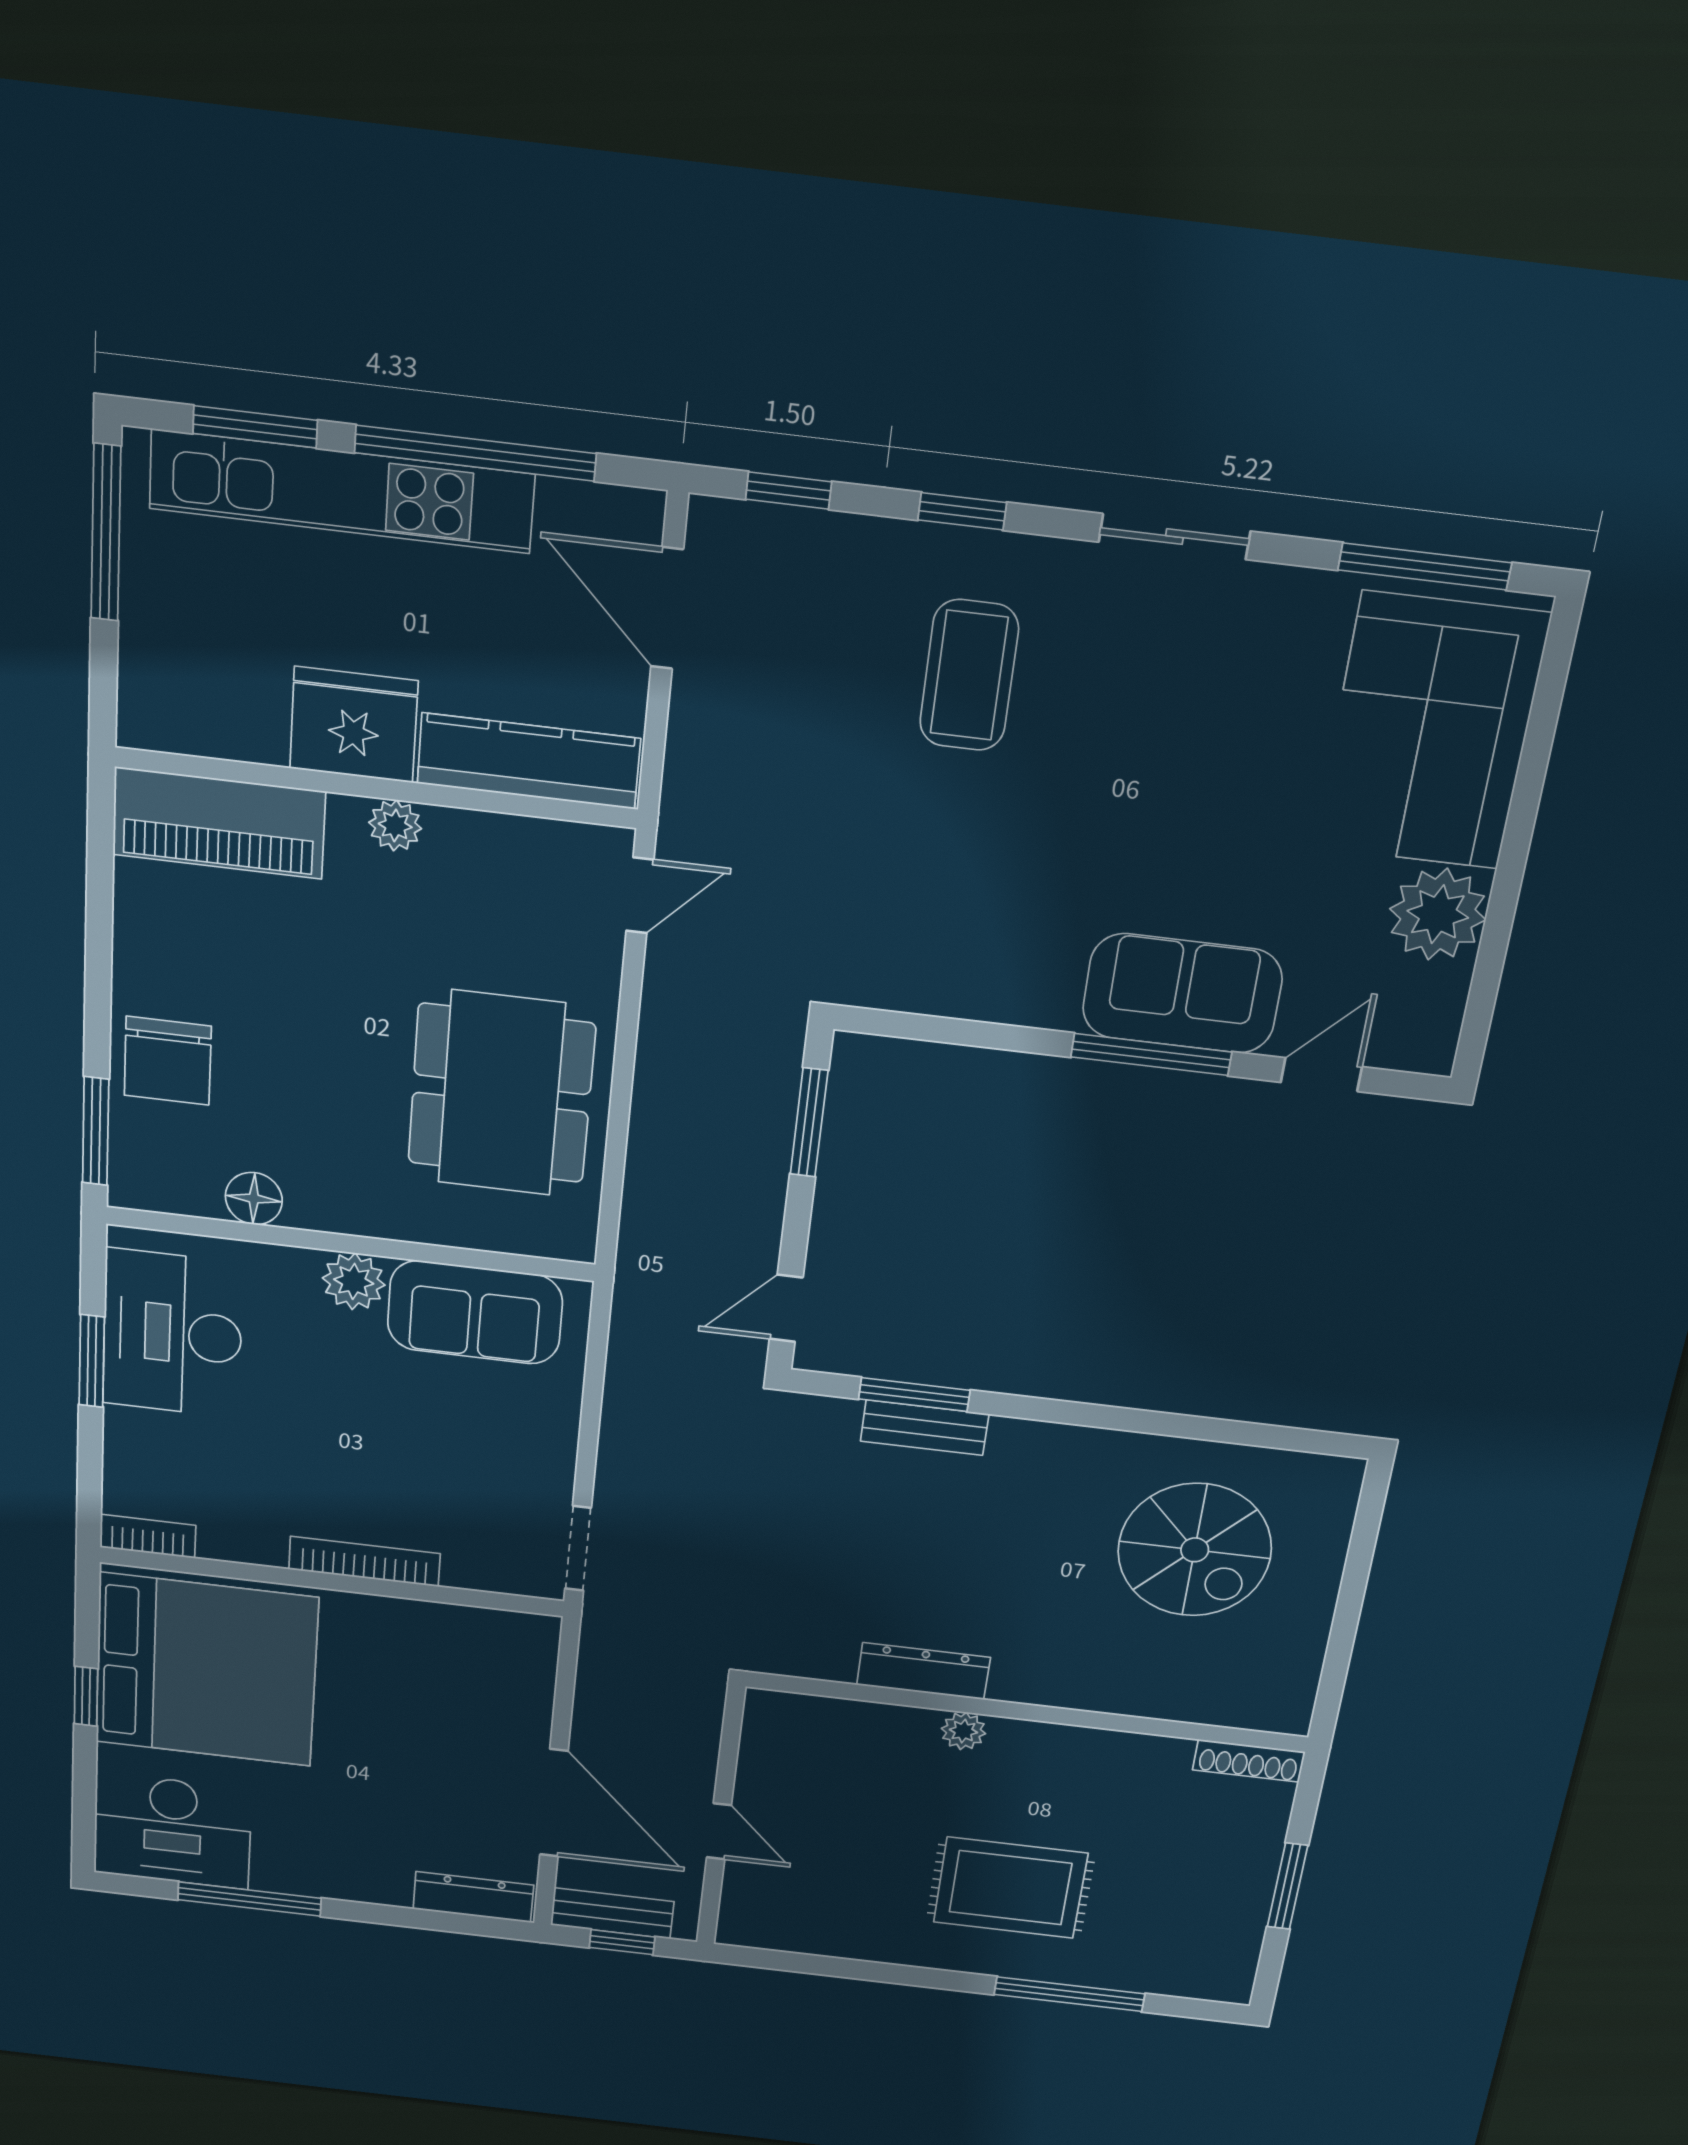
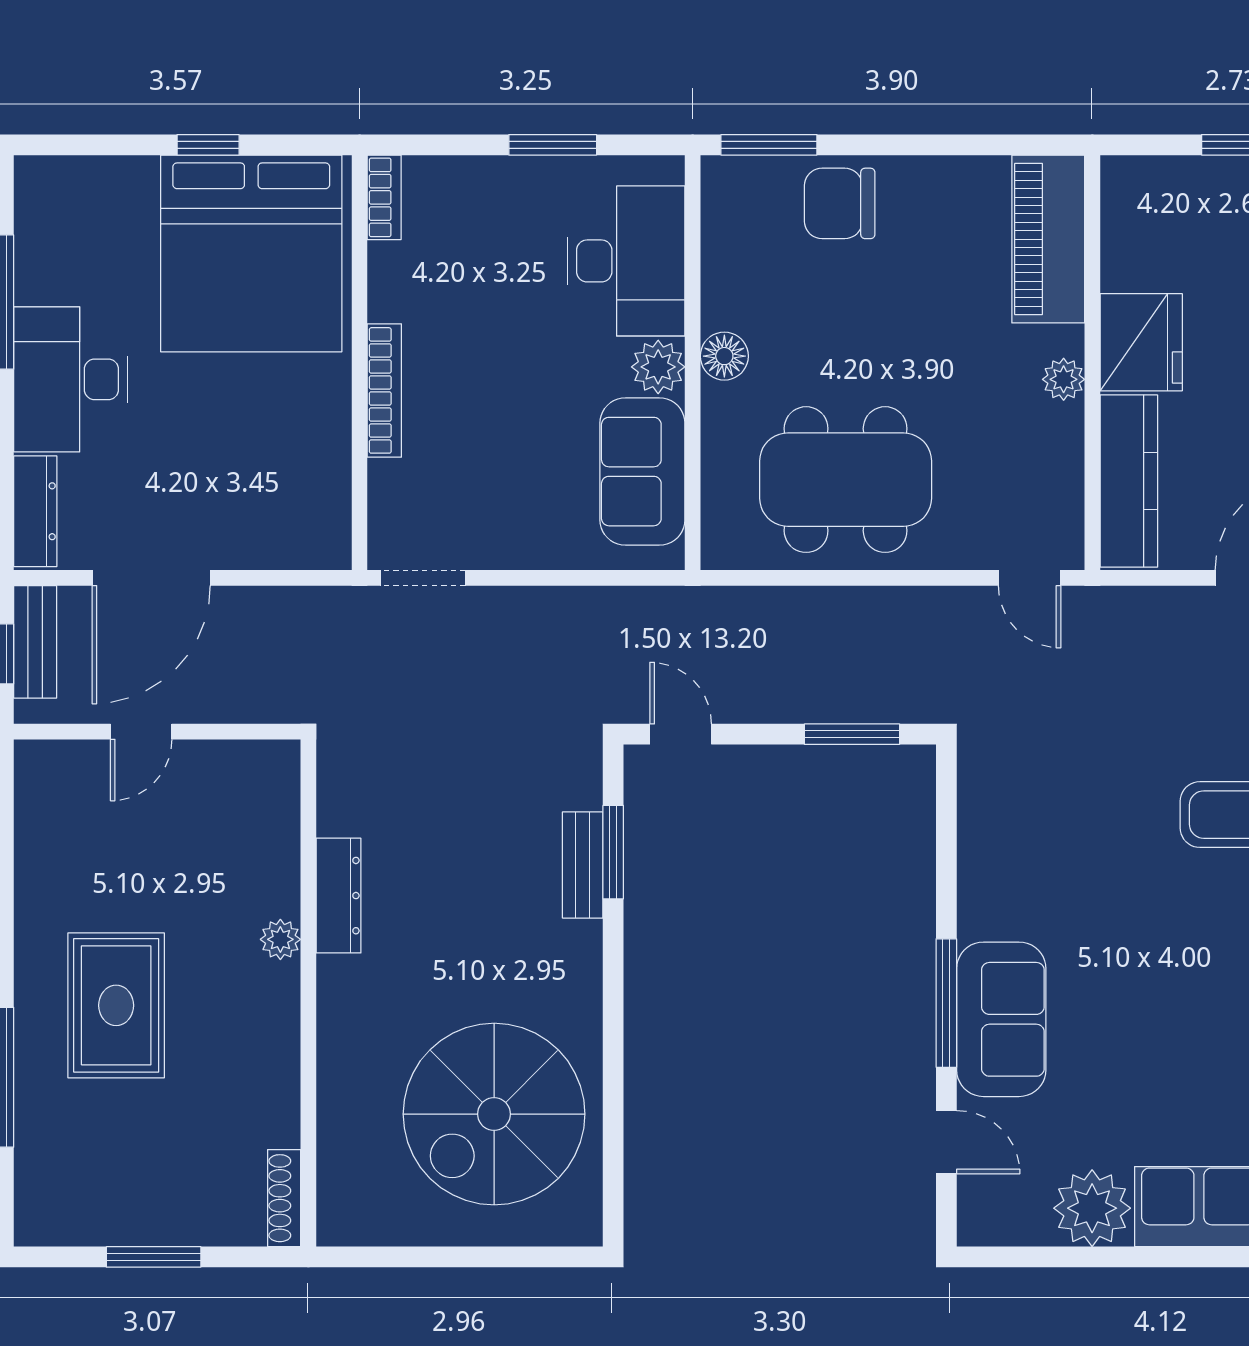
floor lamp: (254, 1199) -> (724, 356), moved
desk: (173, 1334) -> (626, 261), moved, turned 90
spiral stairs: (1195, 1550) -> (494, 1114), width x1.37, depth x1.37
desk: (173, 1831) -> (71, 379), moved

